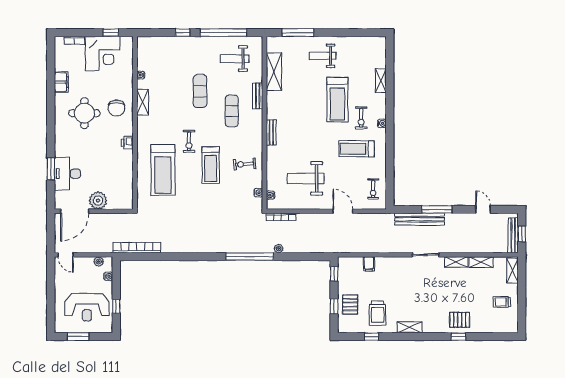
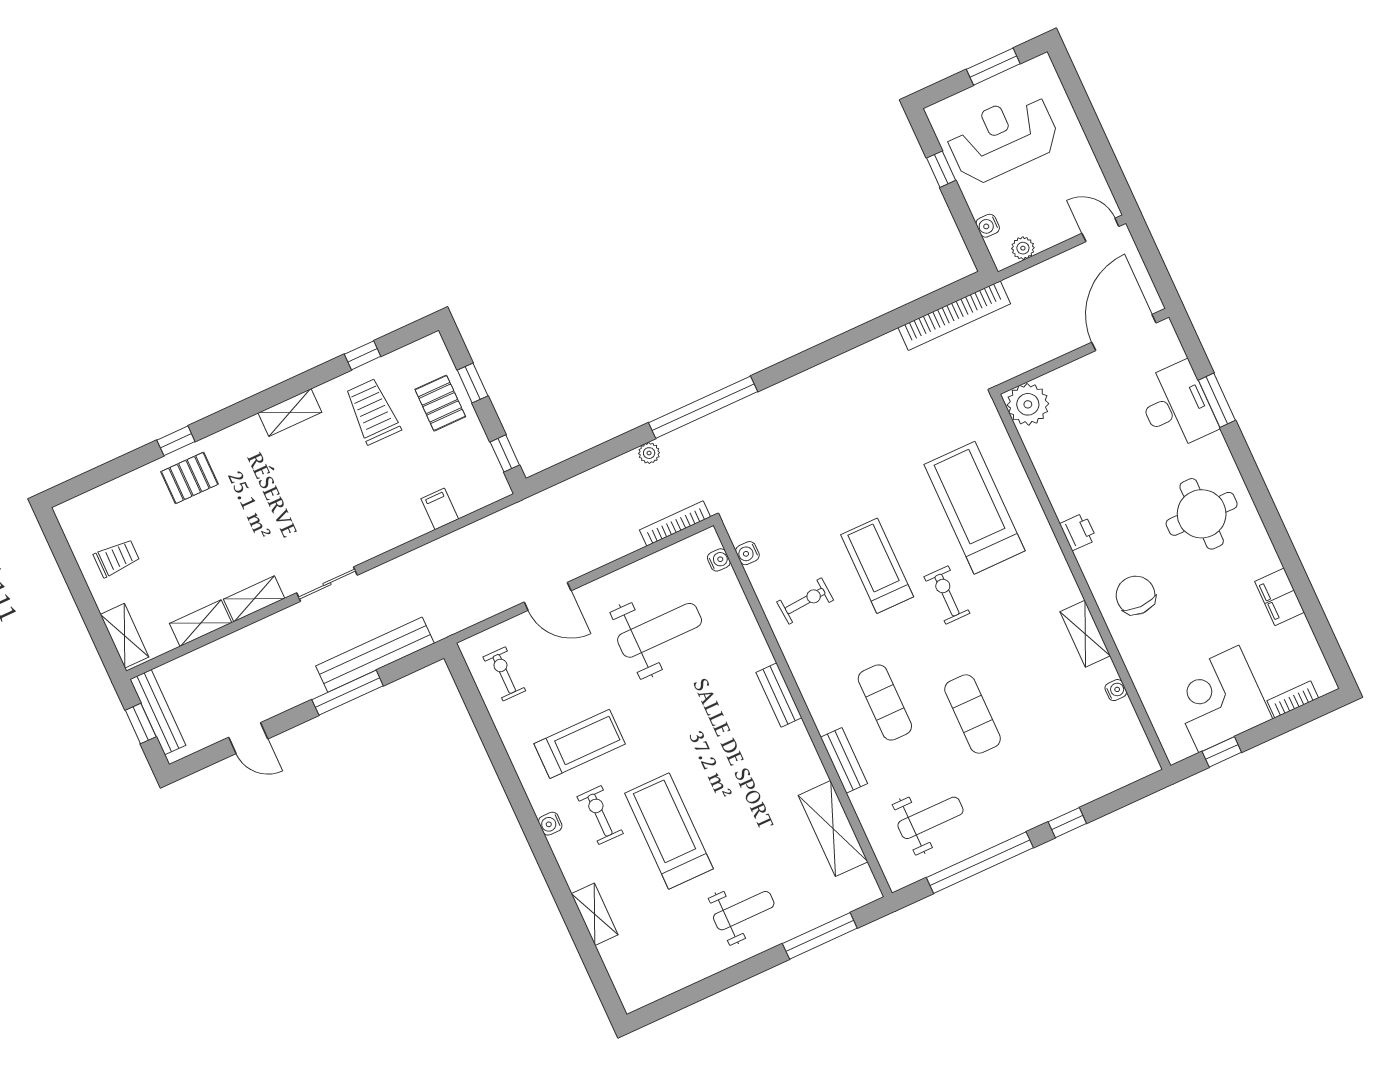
round table: (84, 113) -> (1202, 514), moved
plant: (98, 201) -> (1028, 404), moved

